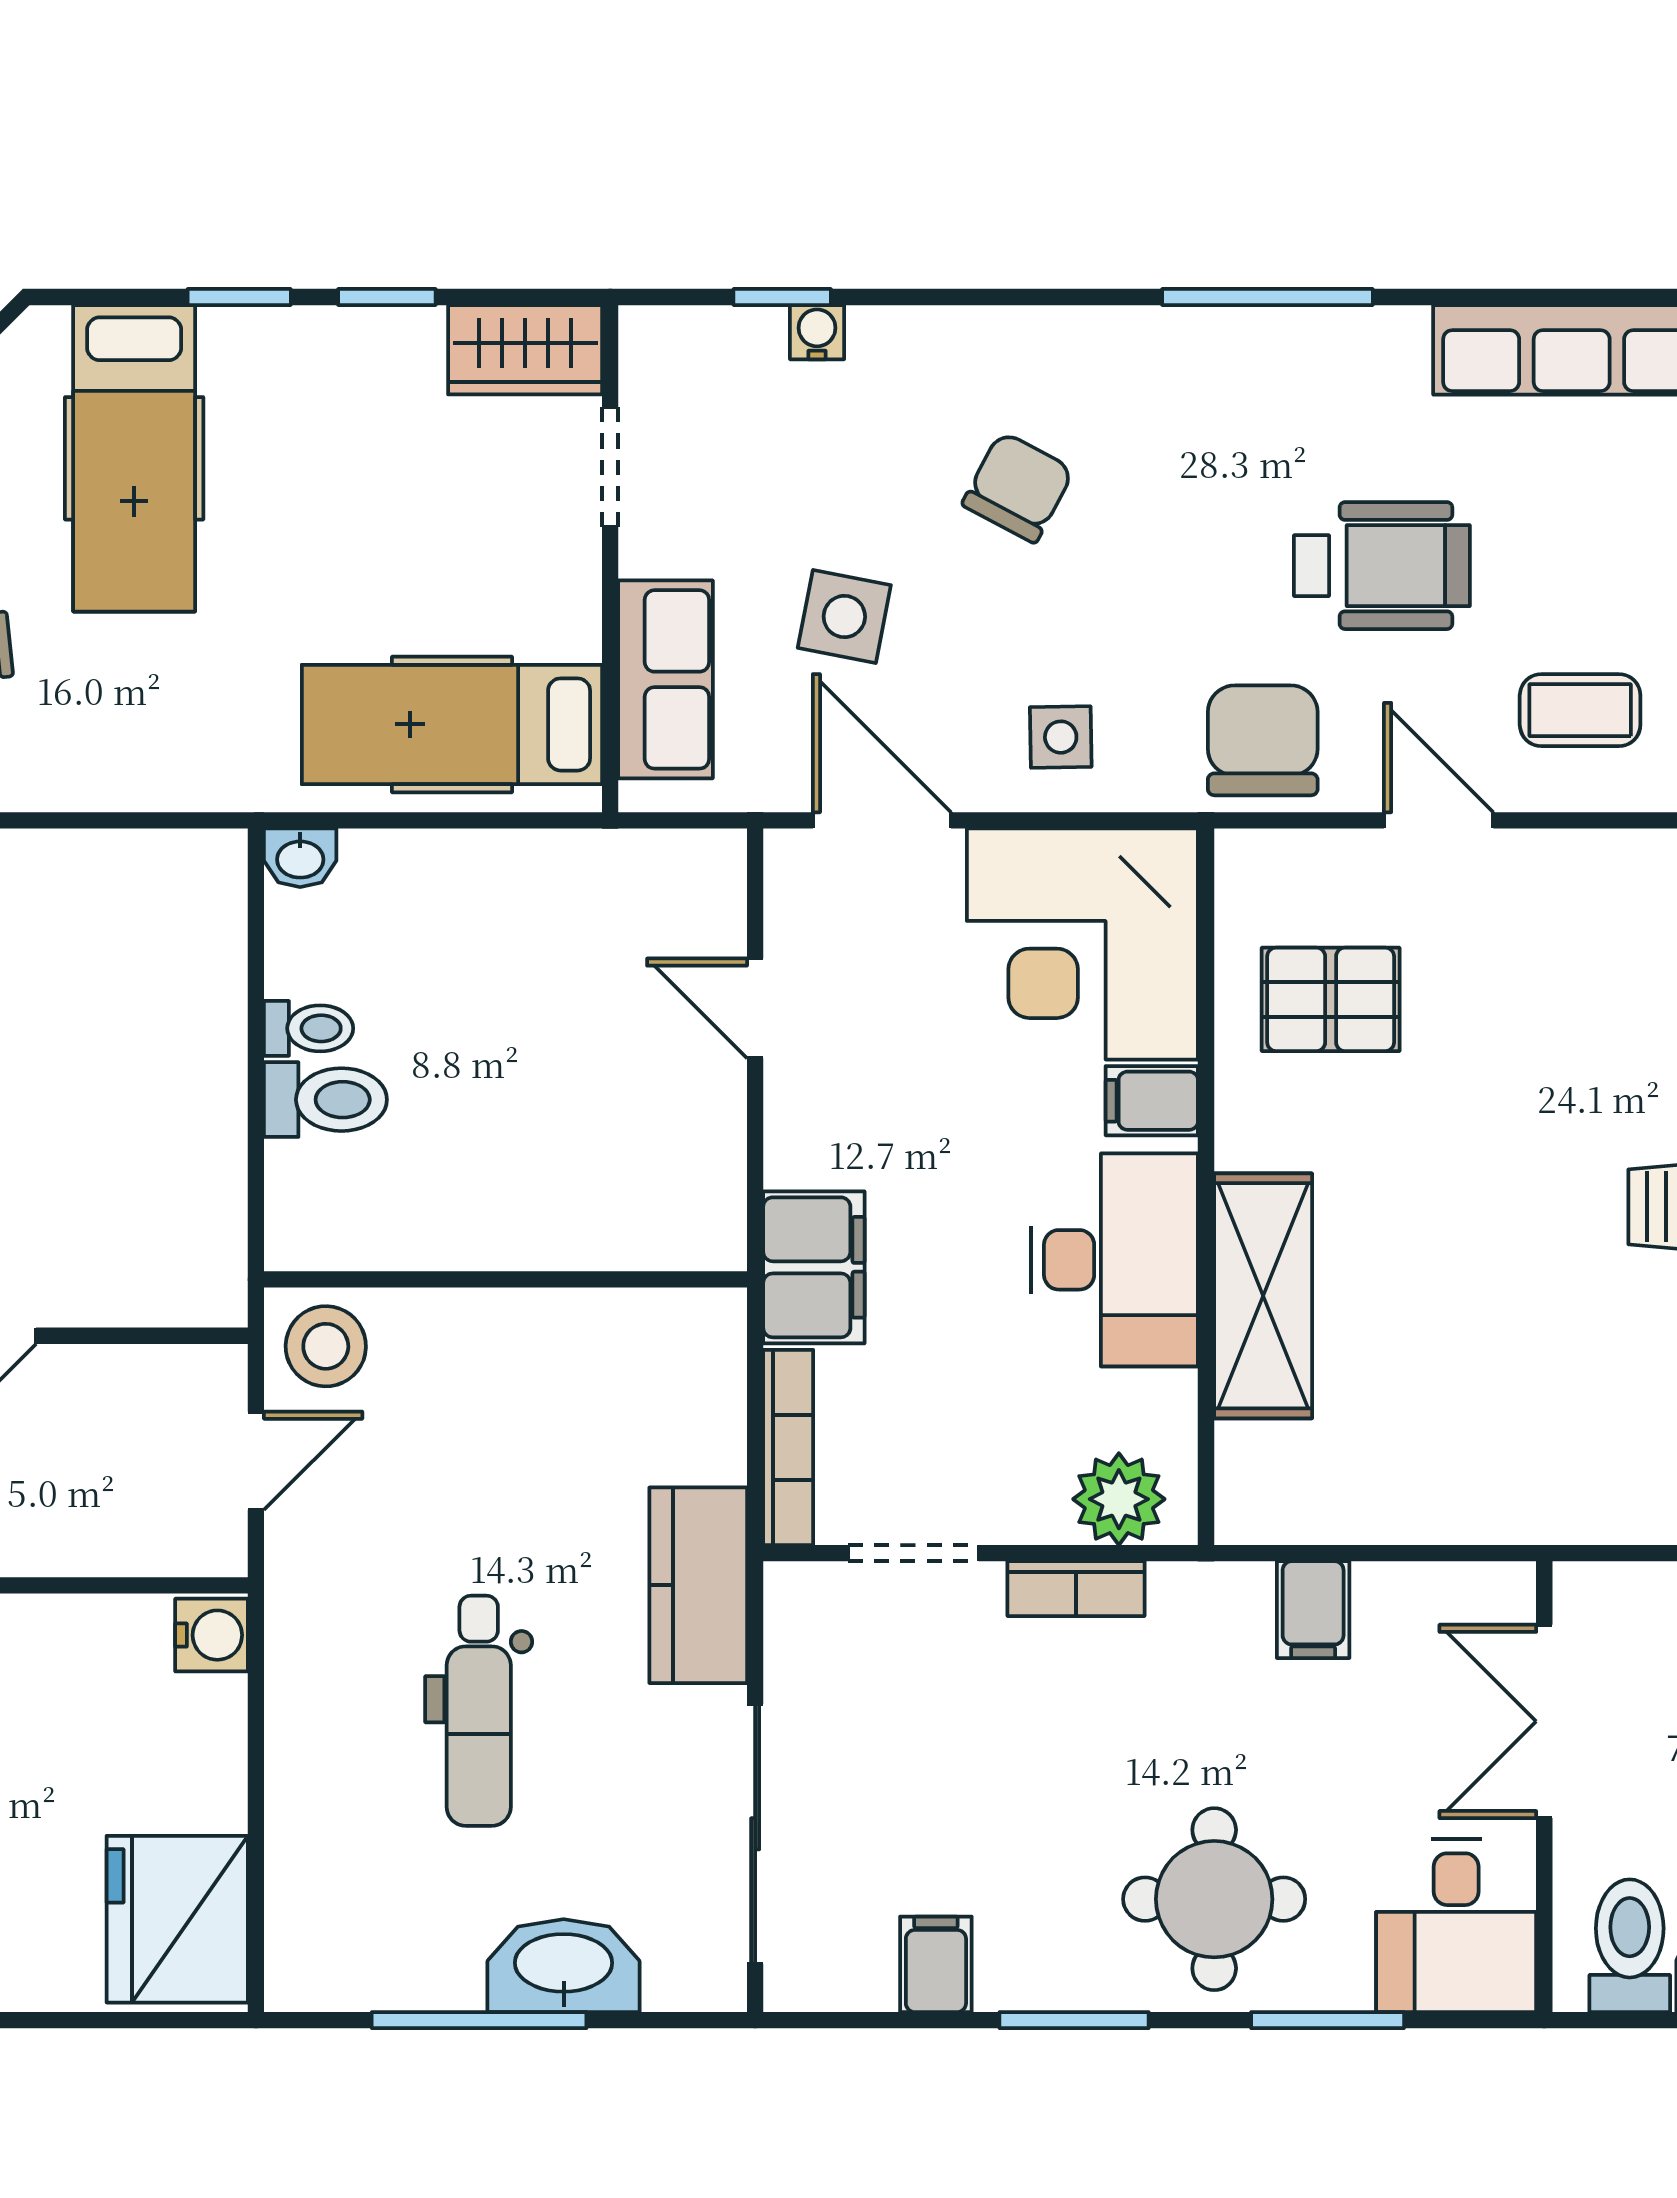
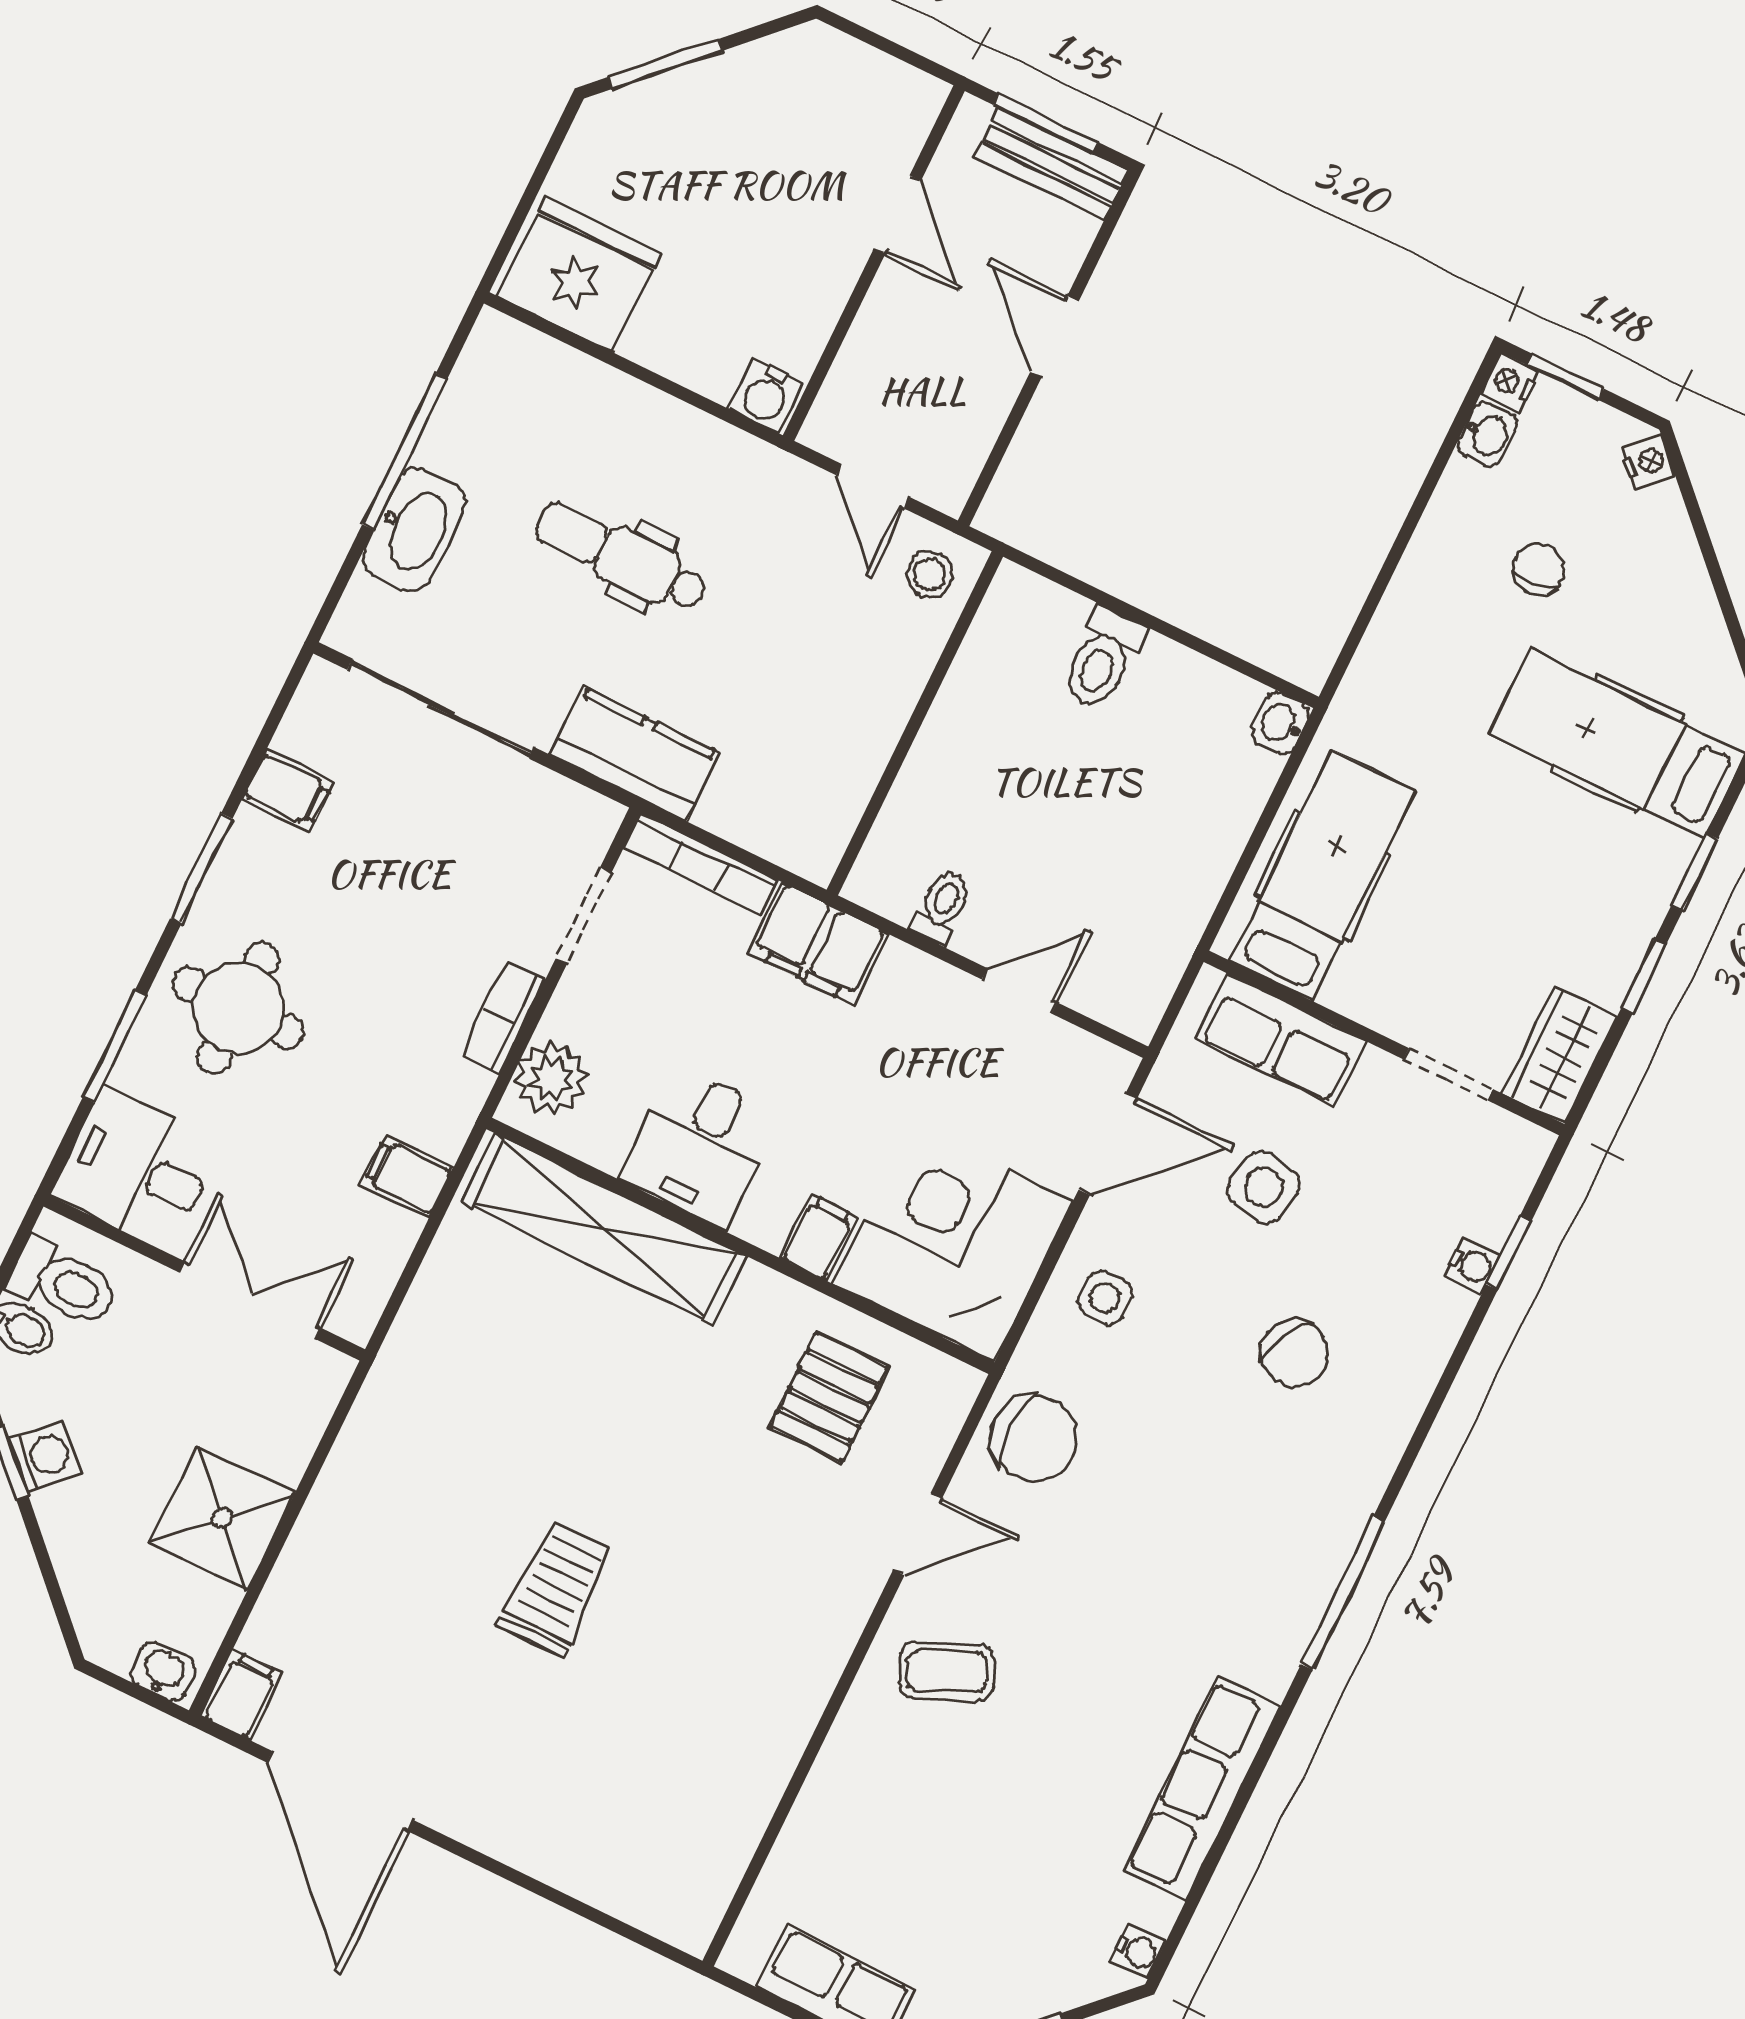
wheelchair: (1382, 566) -> (1116, 1581), removed
coffee table: (1580, 710) -> (946, 1671), turned 66
toilet: (309, 1028) -> (942, 907), moved, turned 180
desk: (1114, 1260) -> (700, 1147), width x0.73
shelving: (1263, 1296) -> (604, 1229), width x1.47
stool: (326, 1346) -> (929, 574), width x0.73, depth x0.73

